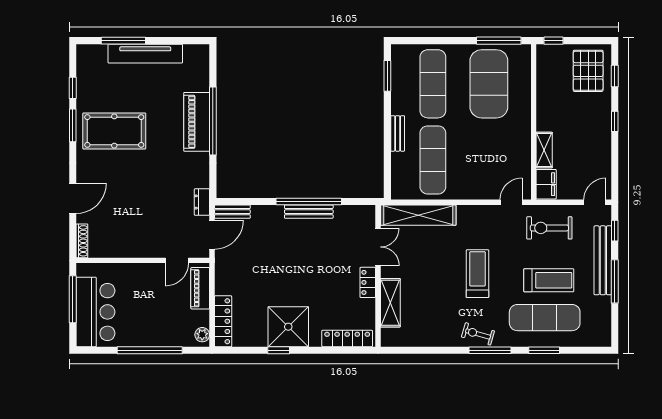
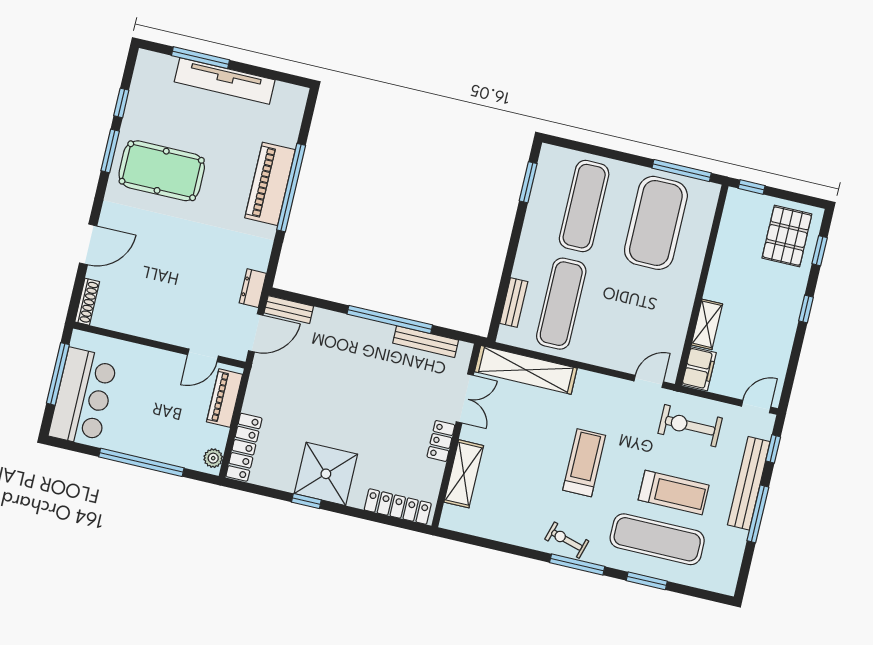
bench: (398, 133) -> (514, 302), moved
bench: (309, 212) -> (426, 342), moved

